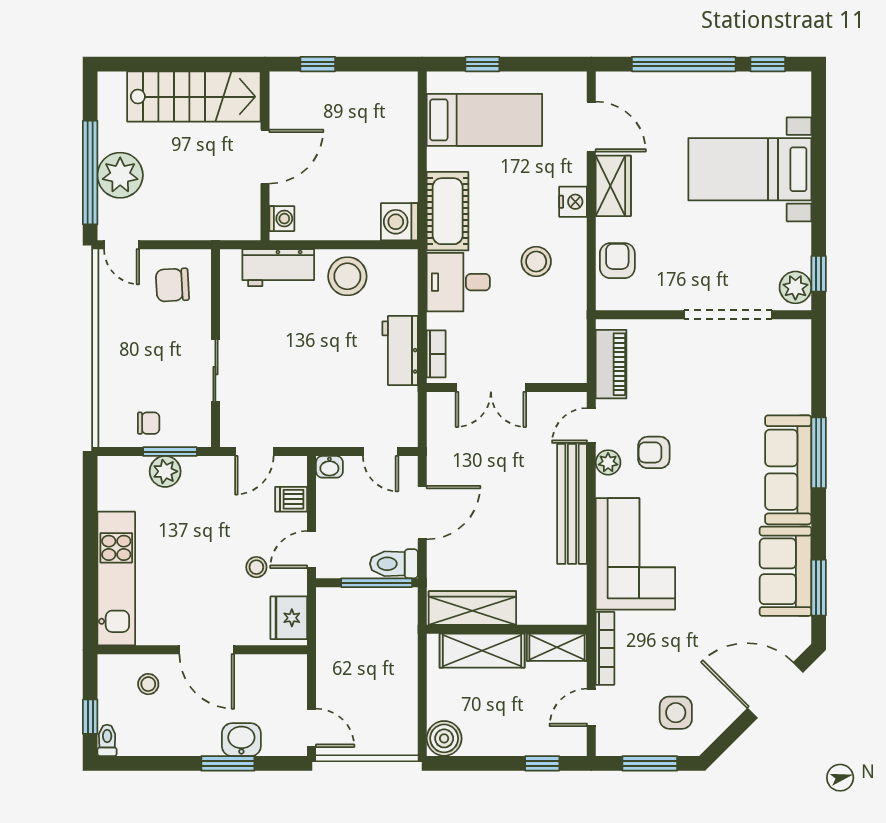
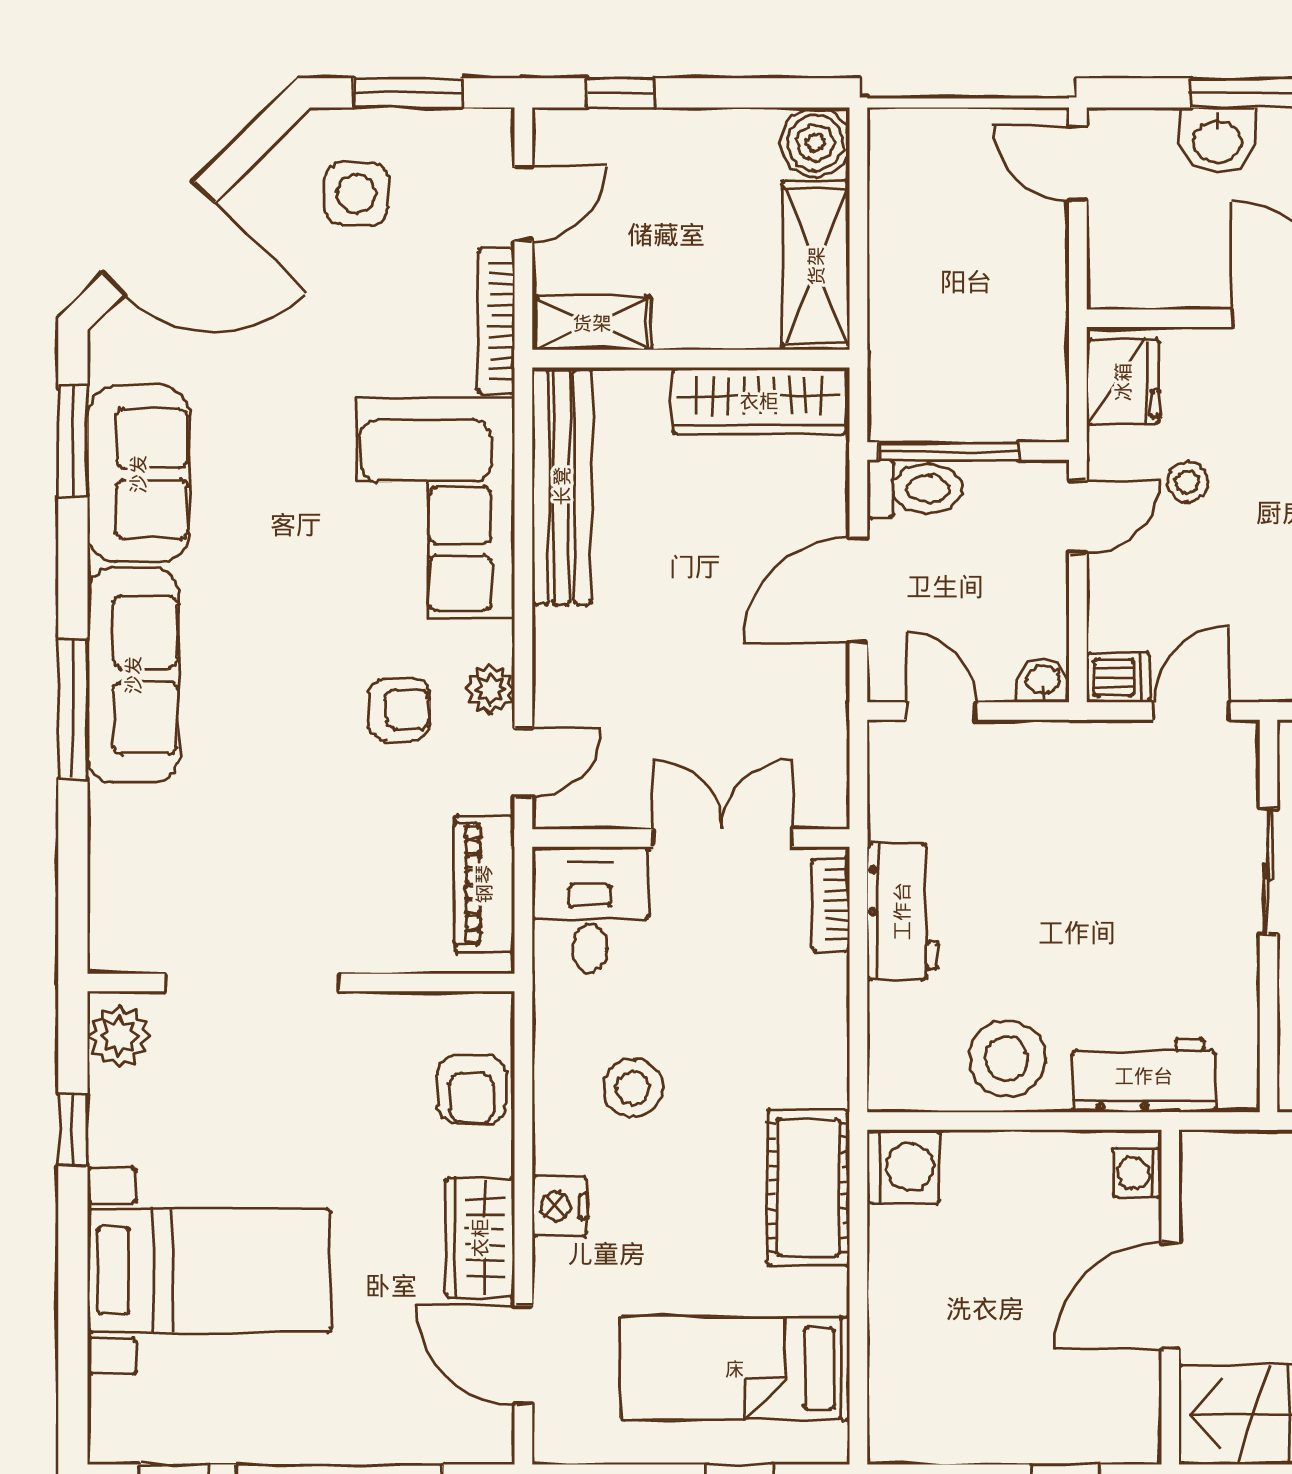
window: (819, 274) -> (73, 1130), moved
desk: (458, 282) -> (590, 909), moved, turned -90
dishwasher: (291, 499) -> (1118, 678), moved
bench: (572, 504) -> (562, 486), moved
shelving: (482, 651) -> (816, 266), moved, turned 90

